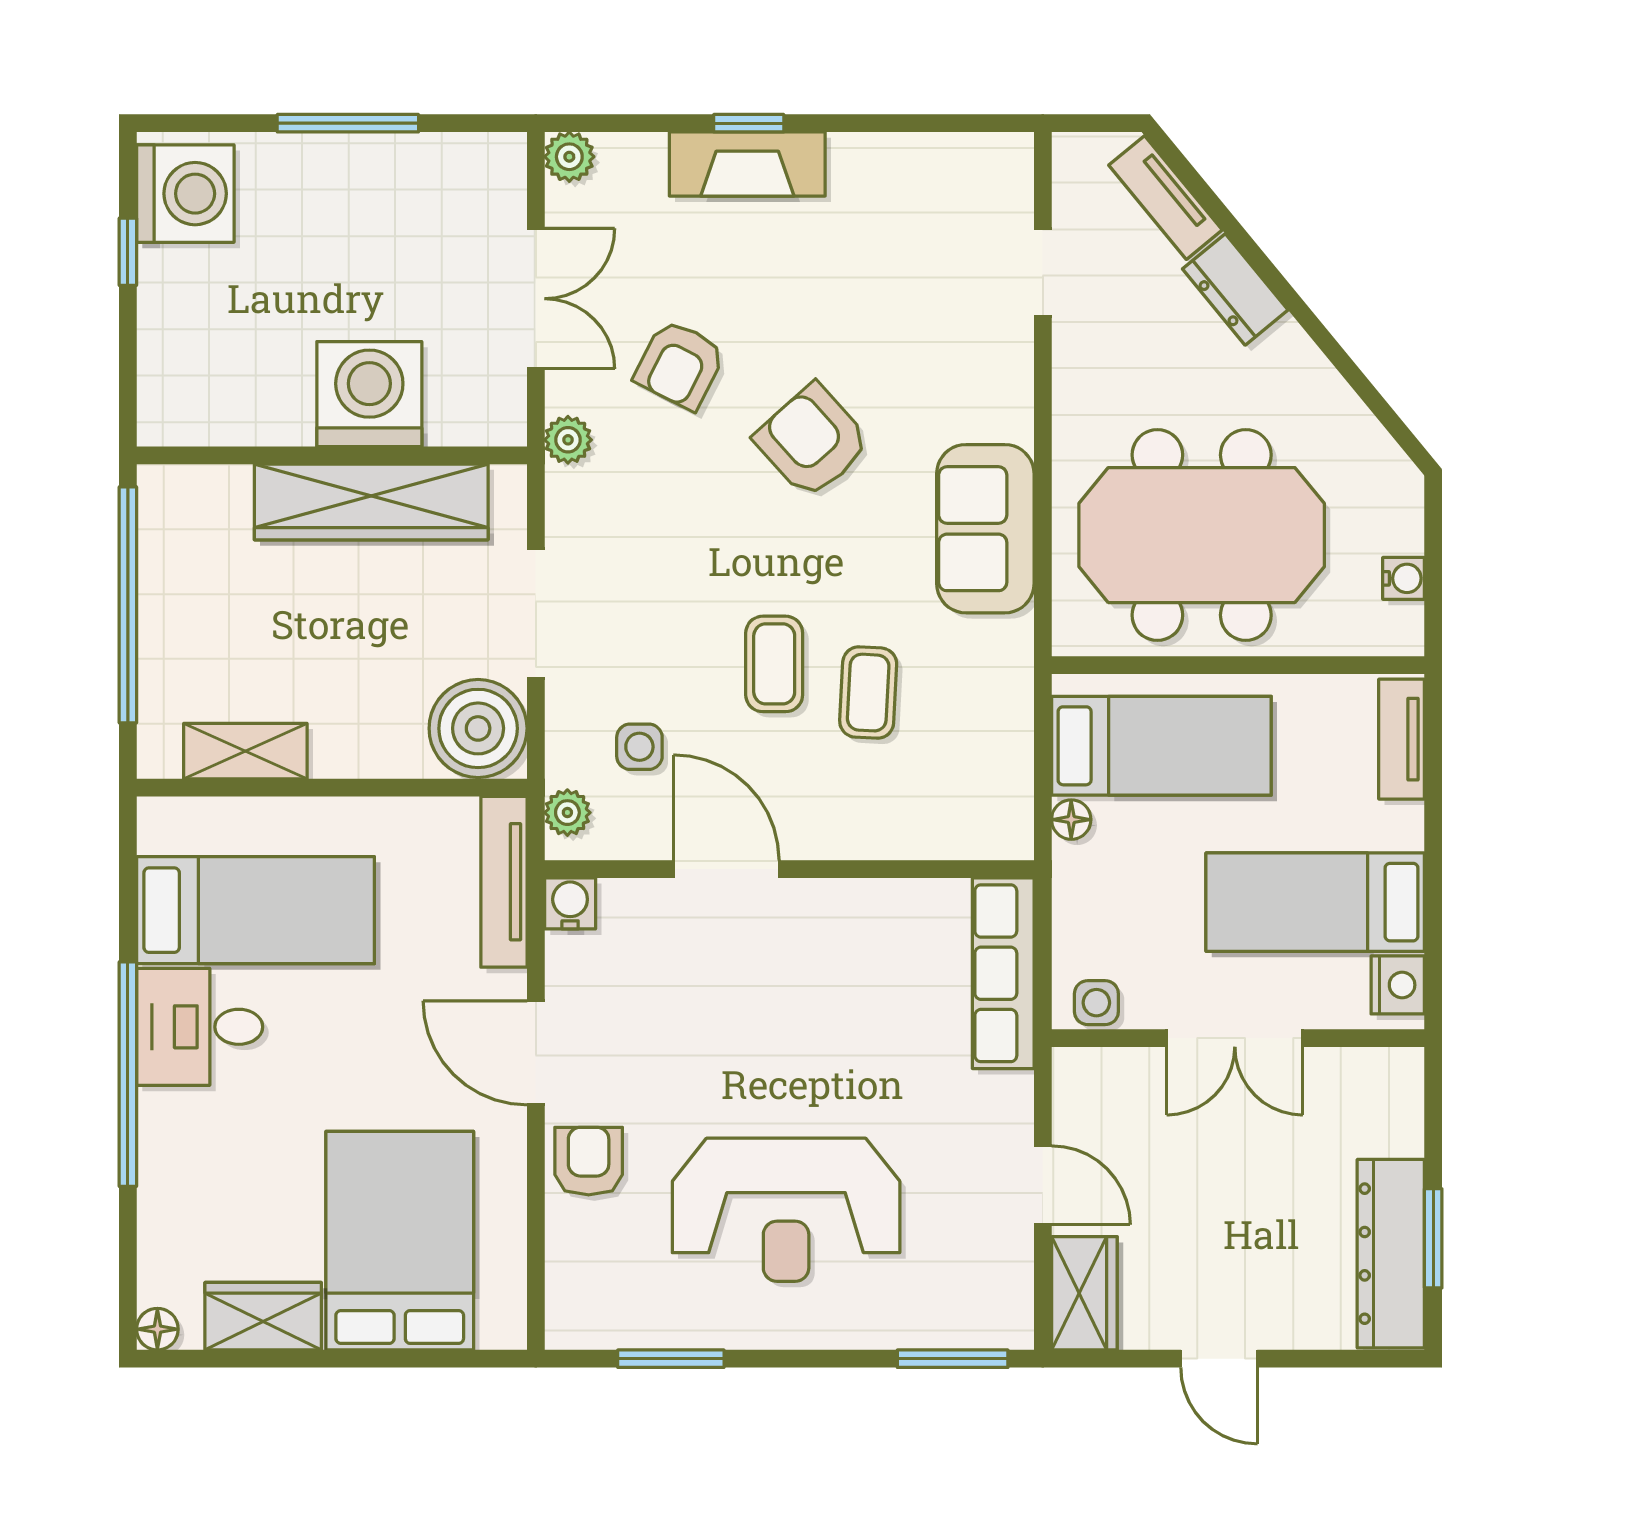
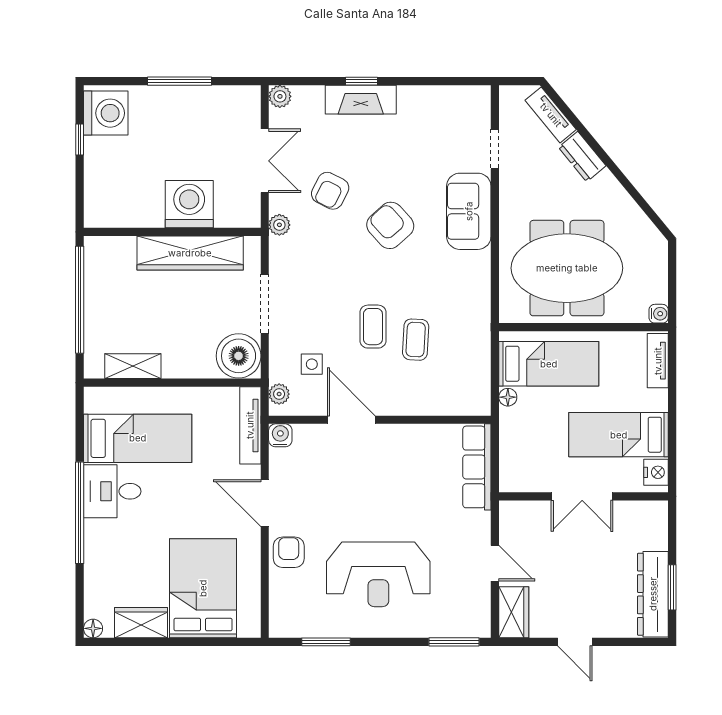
sofa: (985, 529) -> (469, 211), moved
water cooler: (1404, 578) -> (659, 314), moved
side table: (1096, 1003) -> (519, 480), removed

